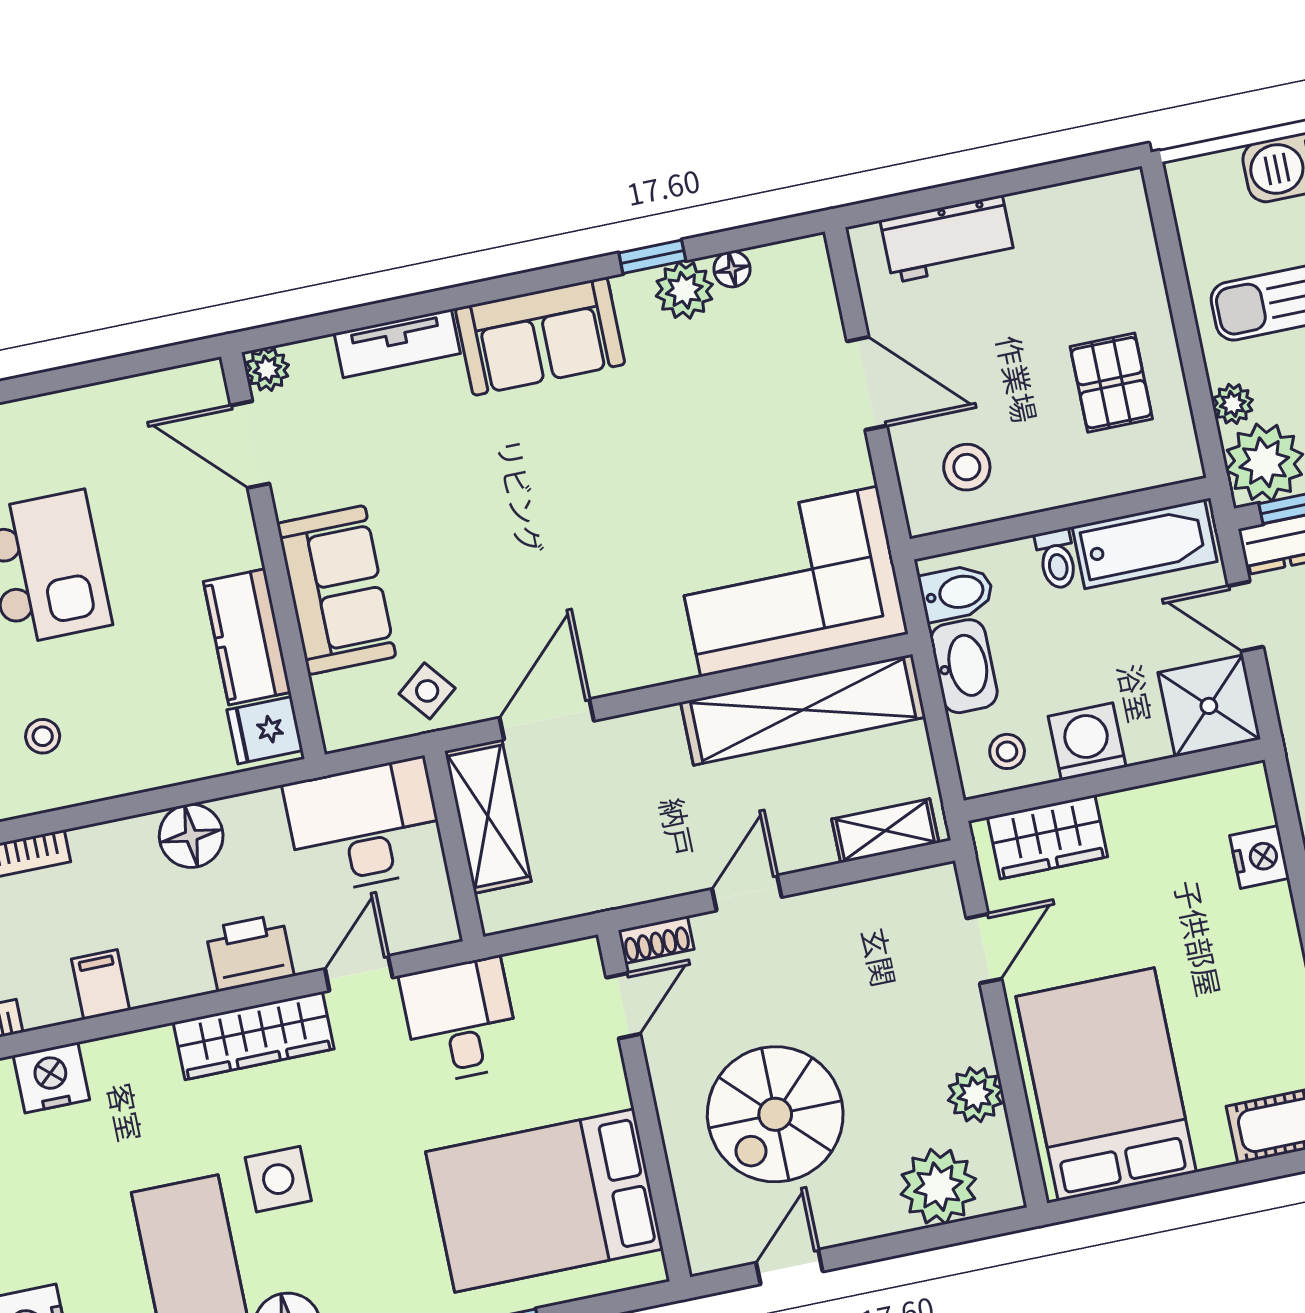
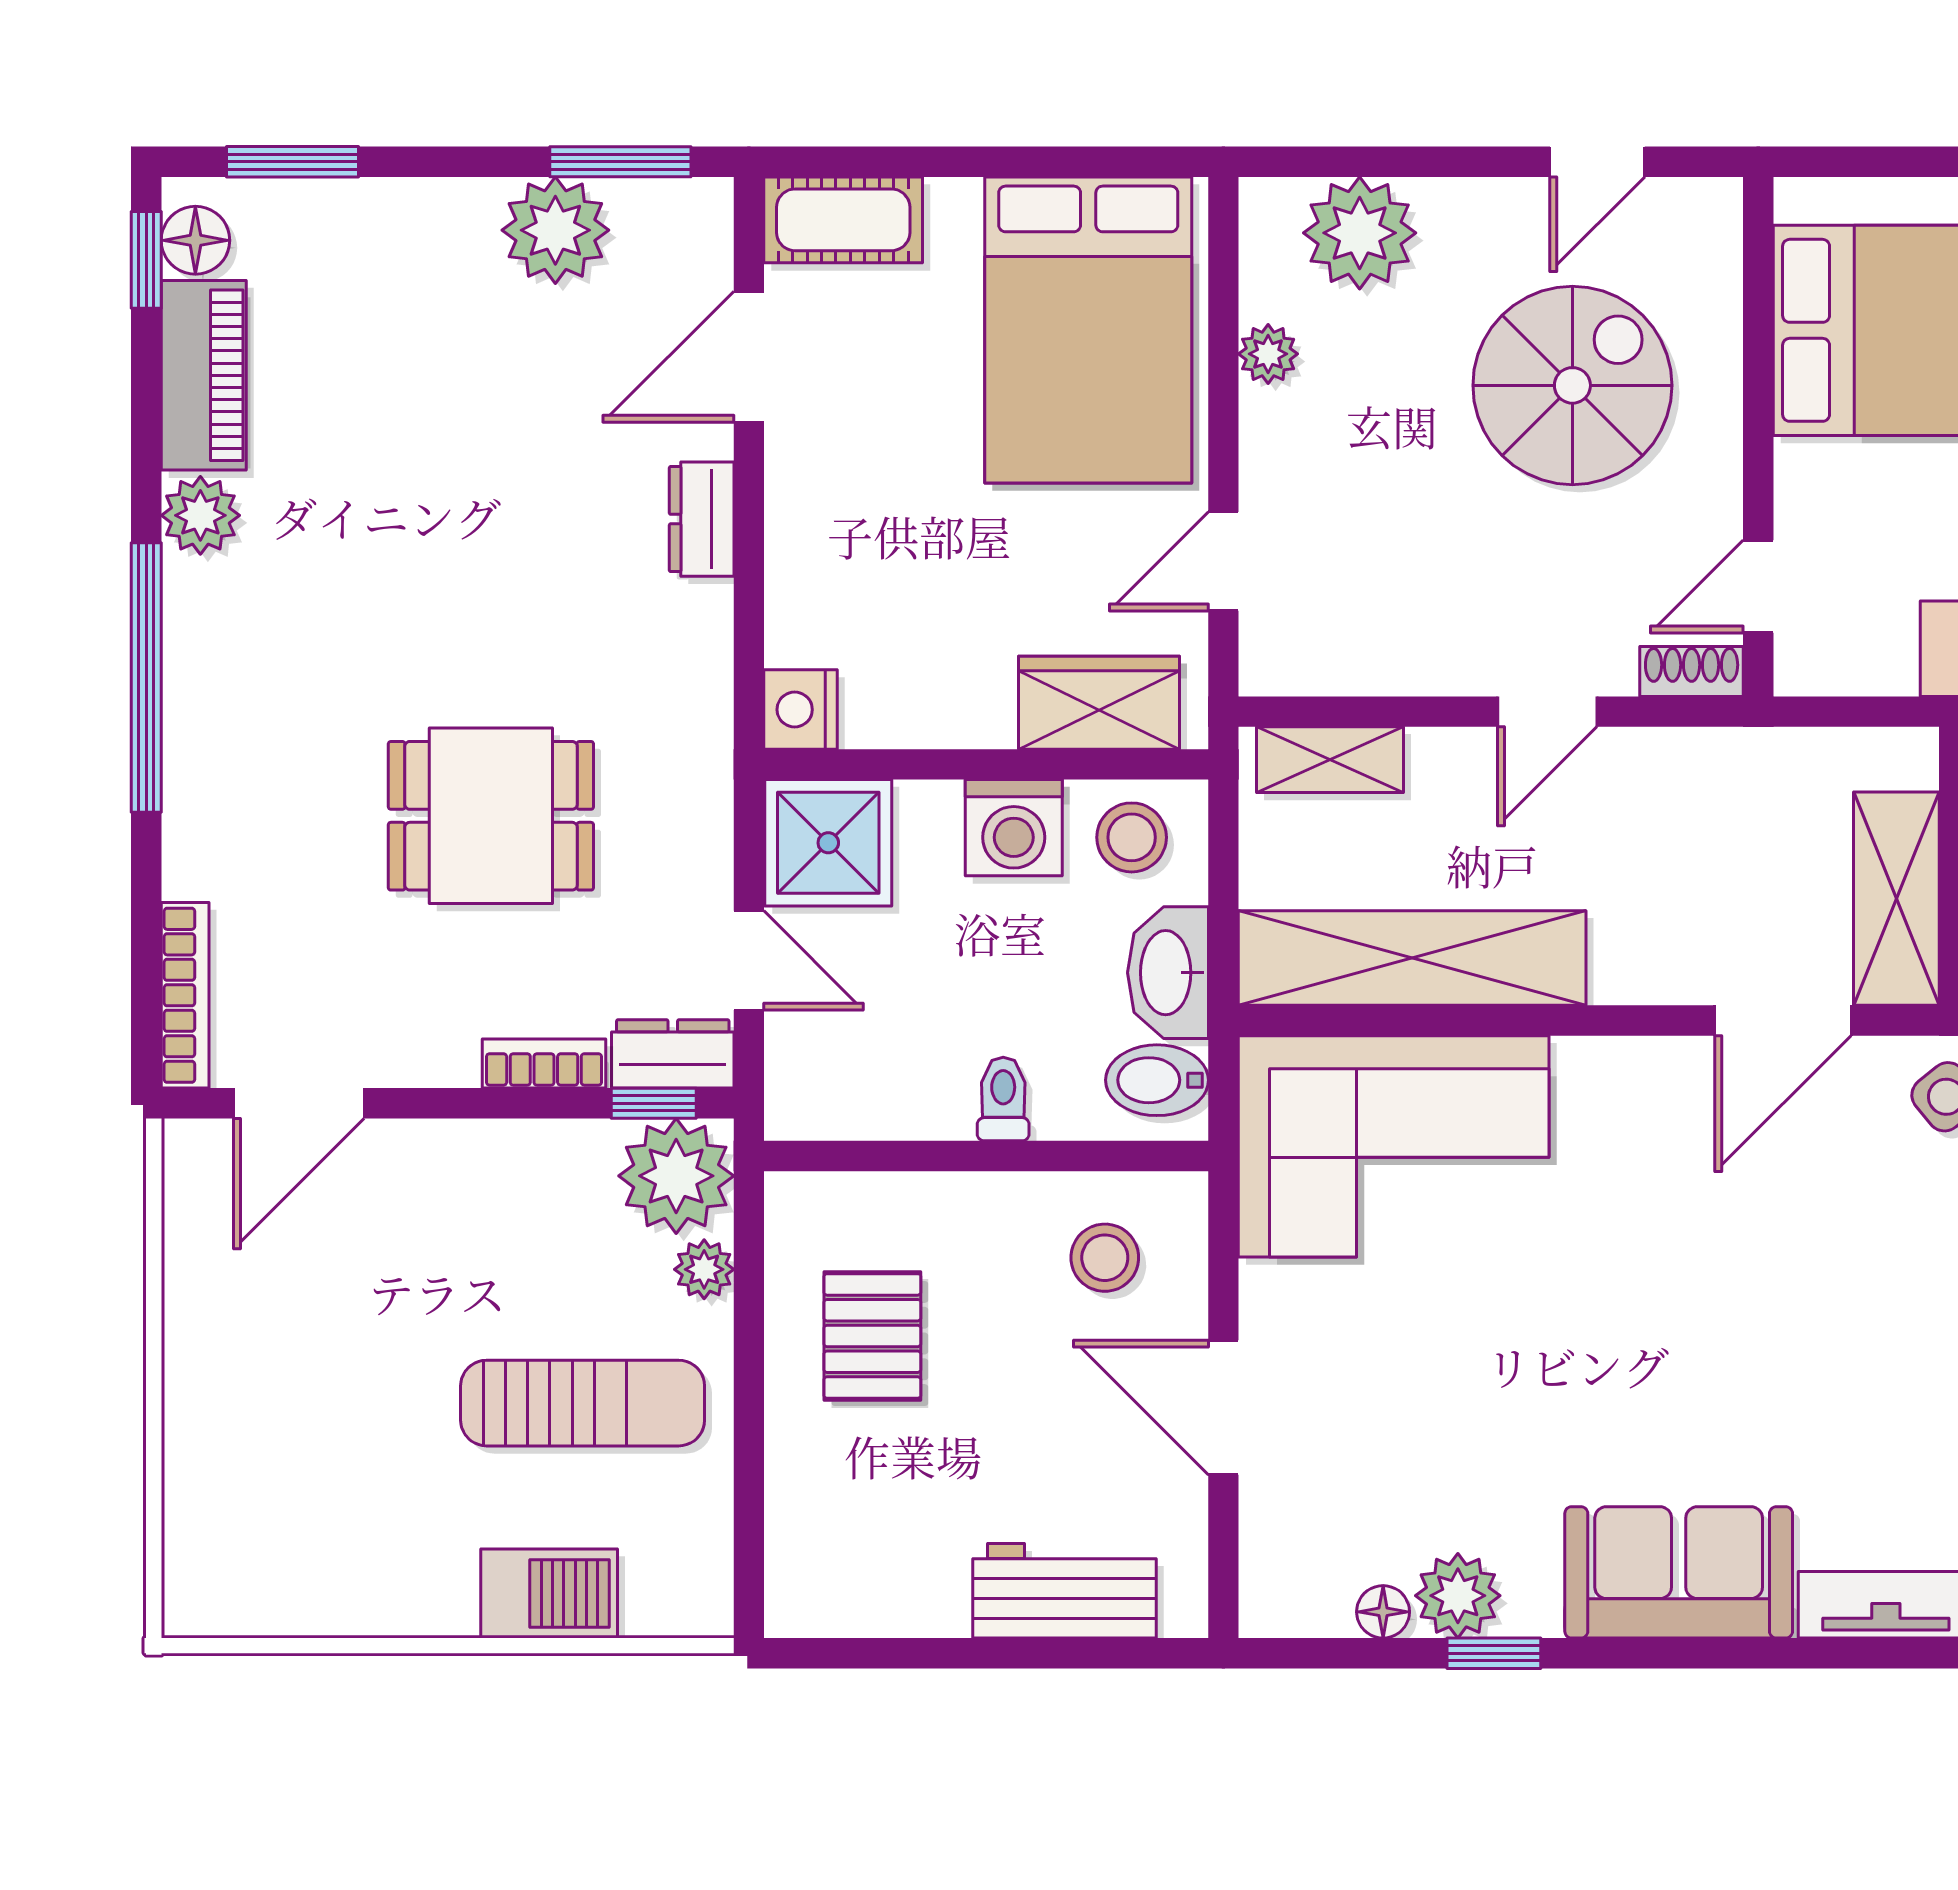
bathtub: (1145, 544) -> (872, 1094), removed
stool: (1007, 751) -> (1132, 837), width x1.37, depth x1.37
nightstand: (1259, 857) -> (801, 710), moved
plant: (975, 1095) -> (1268, 354), width x0.73, depth x0.73

